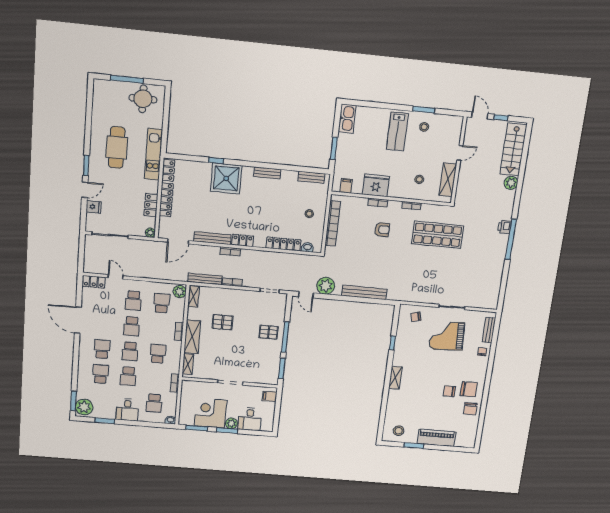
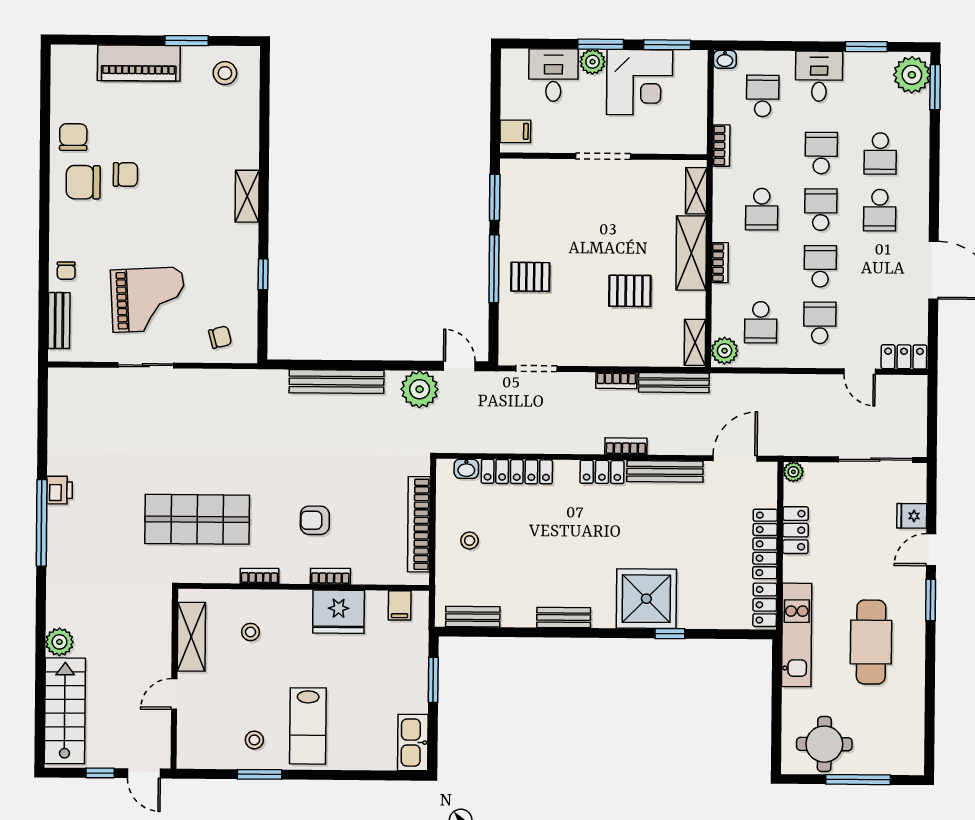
lab bench: (397, 131) -> (308, 726), turned 180
printer: (504, 227) -> (59, 490), moved

